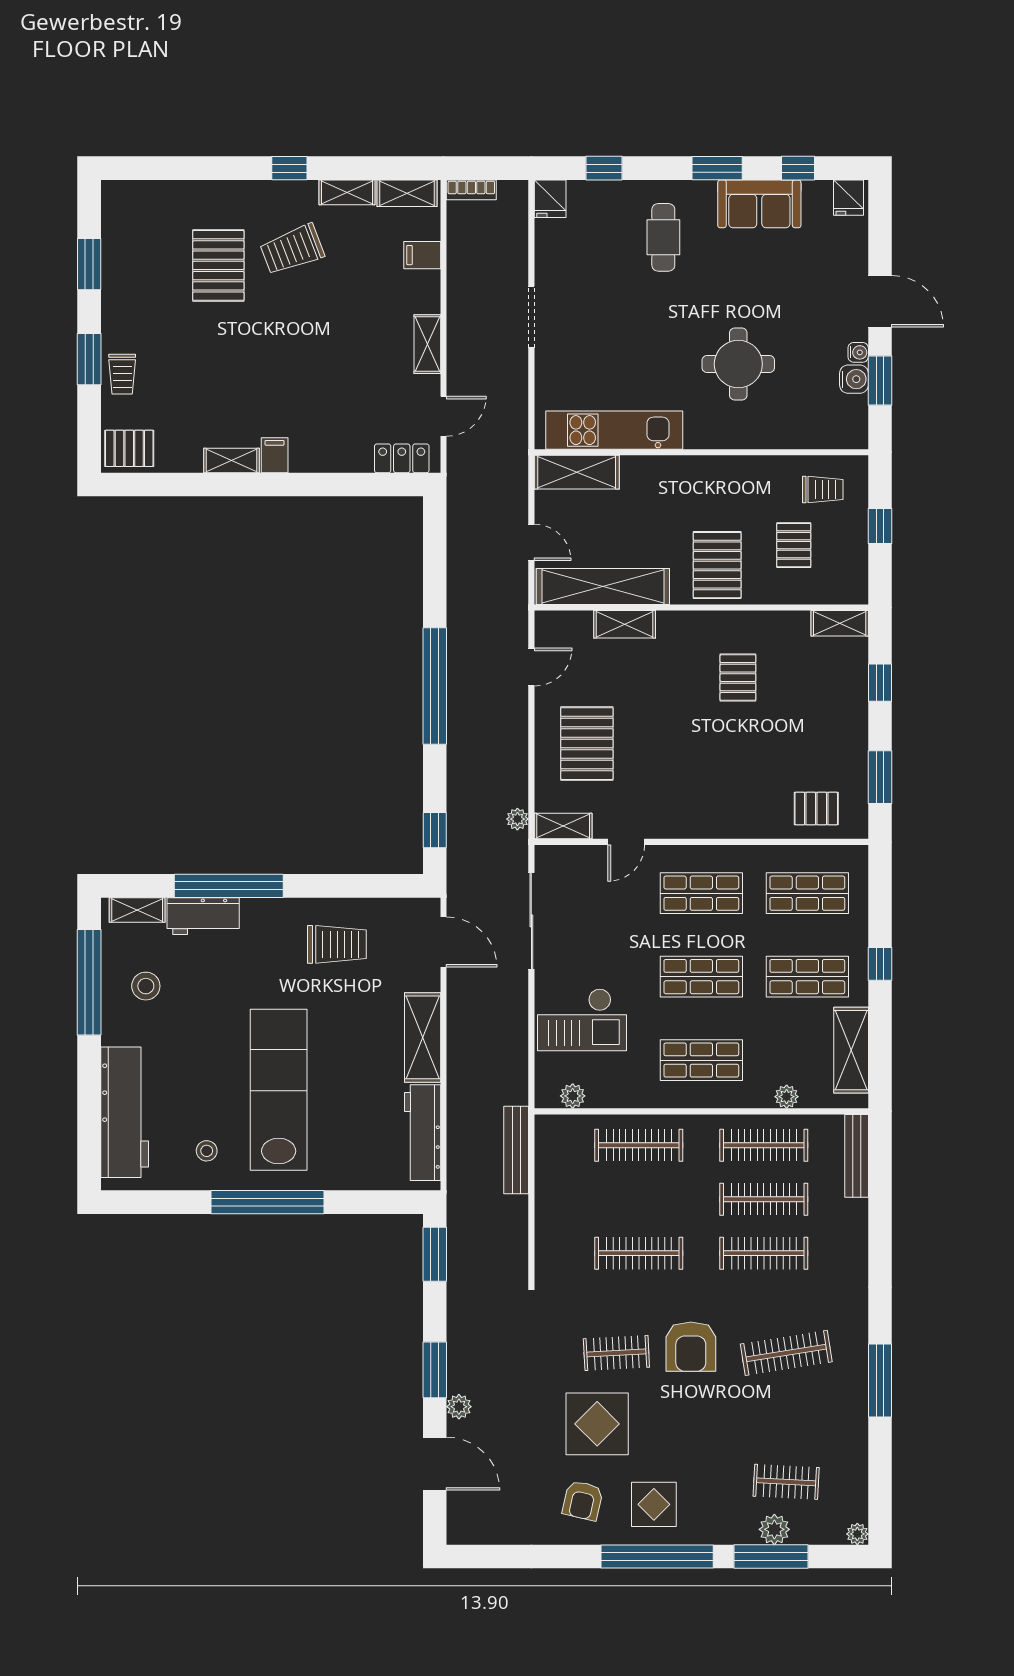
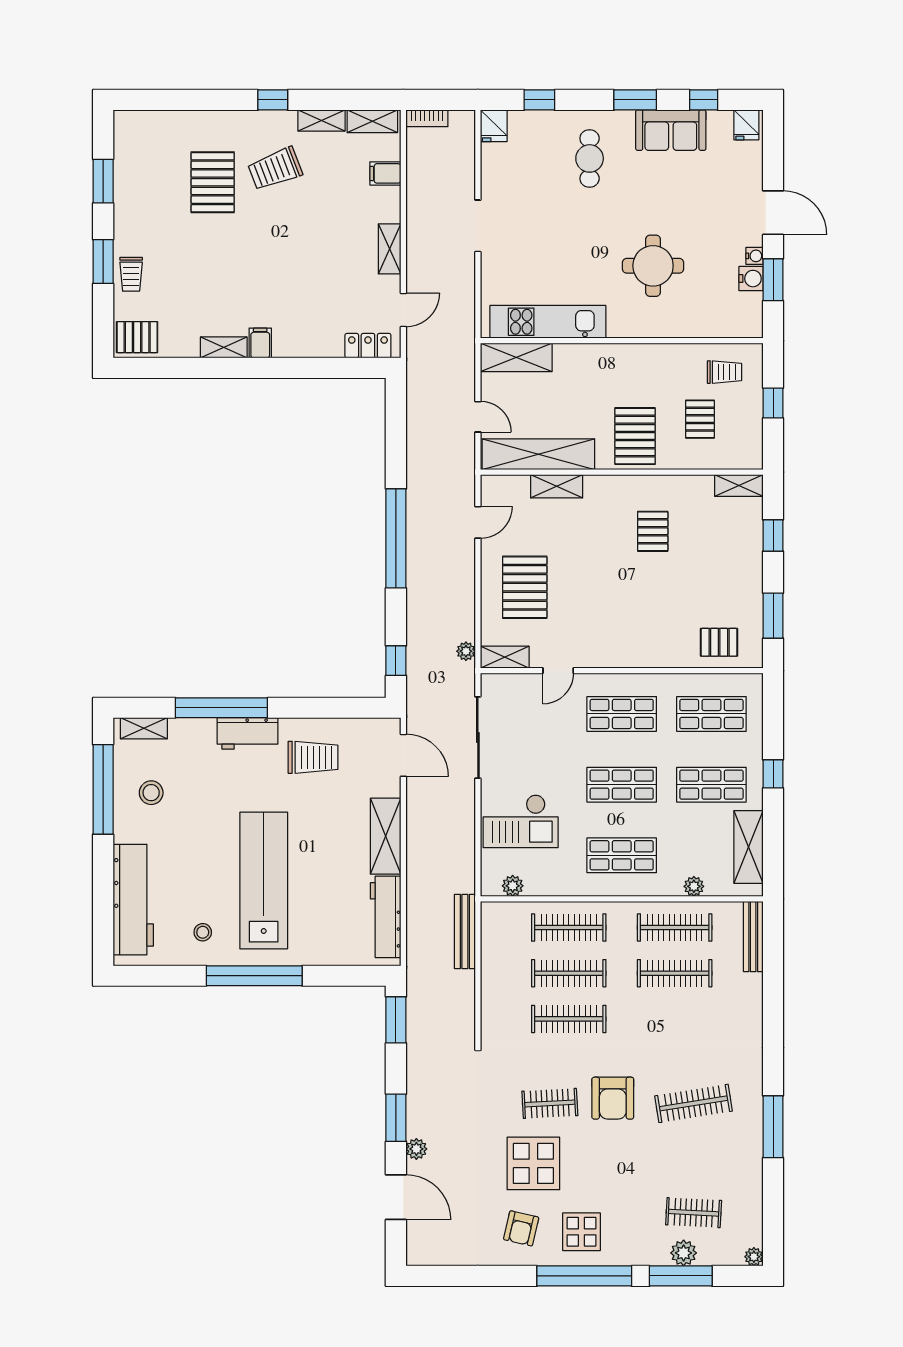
workbench: (203, 916) -> (248, 733), moved
clothes rail: (764, 1253) -> (569, 973), moved

